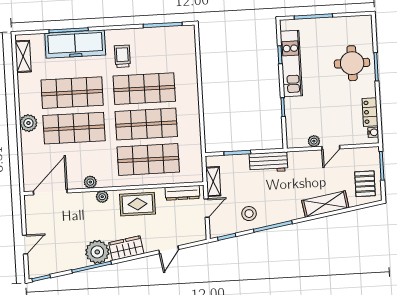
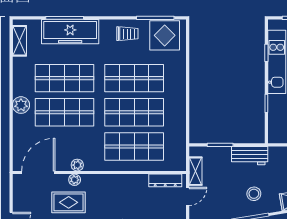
display table: (173, 43) -> (165, 35), added
trolley: (122, 56) -> (127, 34), moved, turned 90
plant: (102, 197) -> (75, 180), moved
rug: (138, 204) -> (69, 202), moved
stool: (249, 214) -> (254, 194), moved

